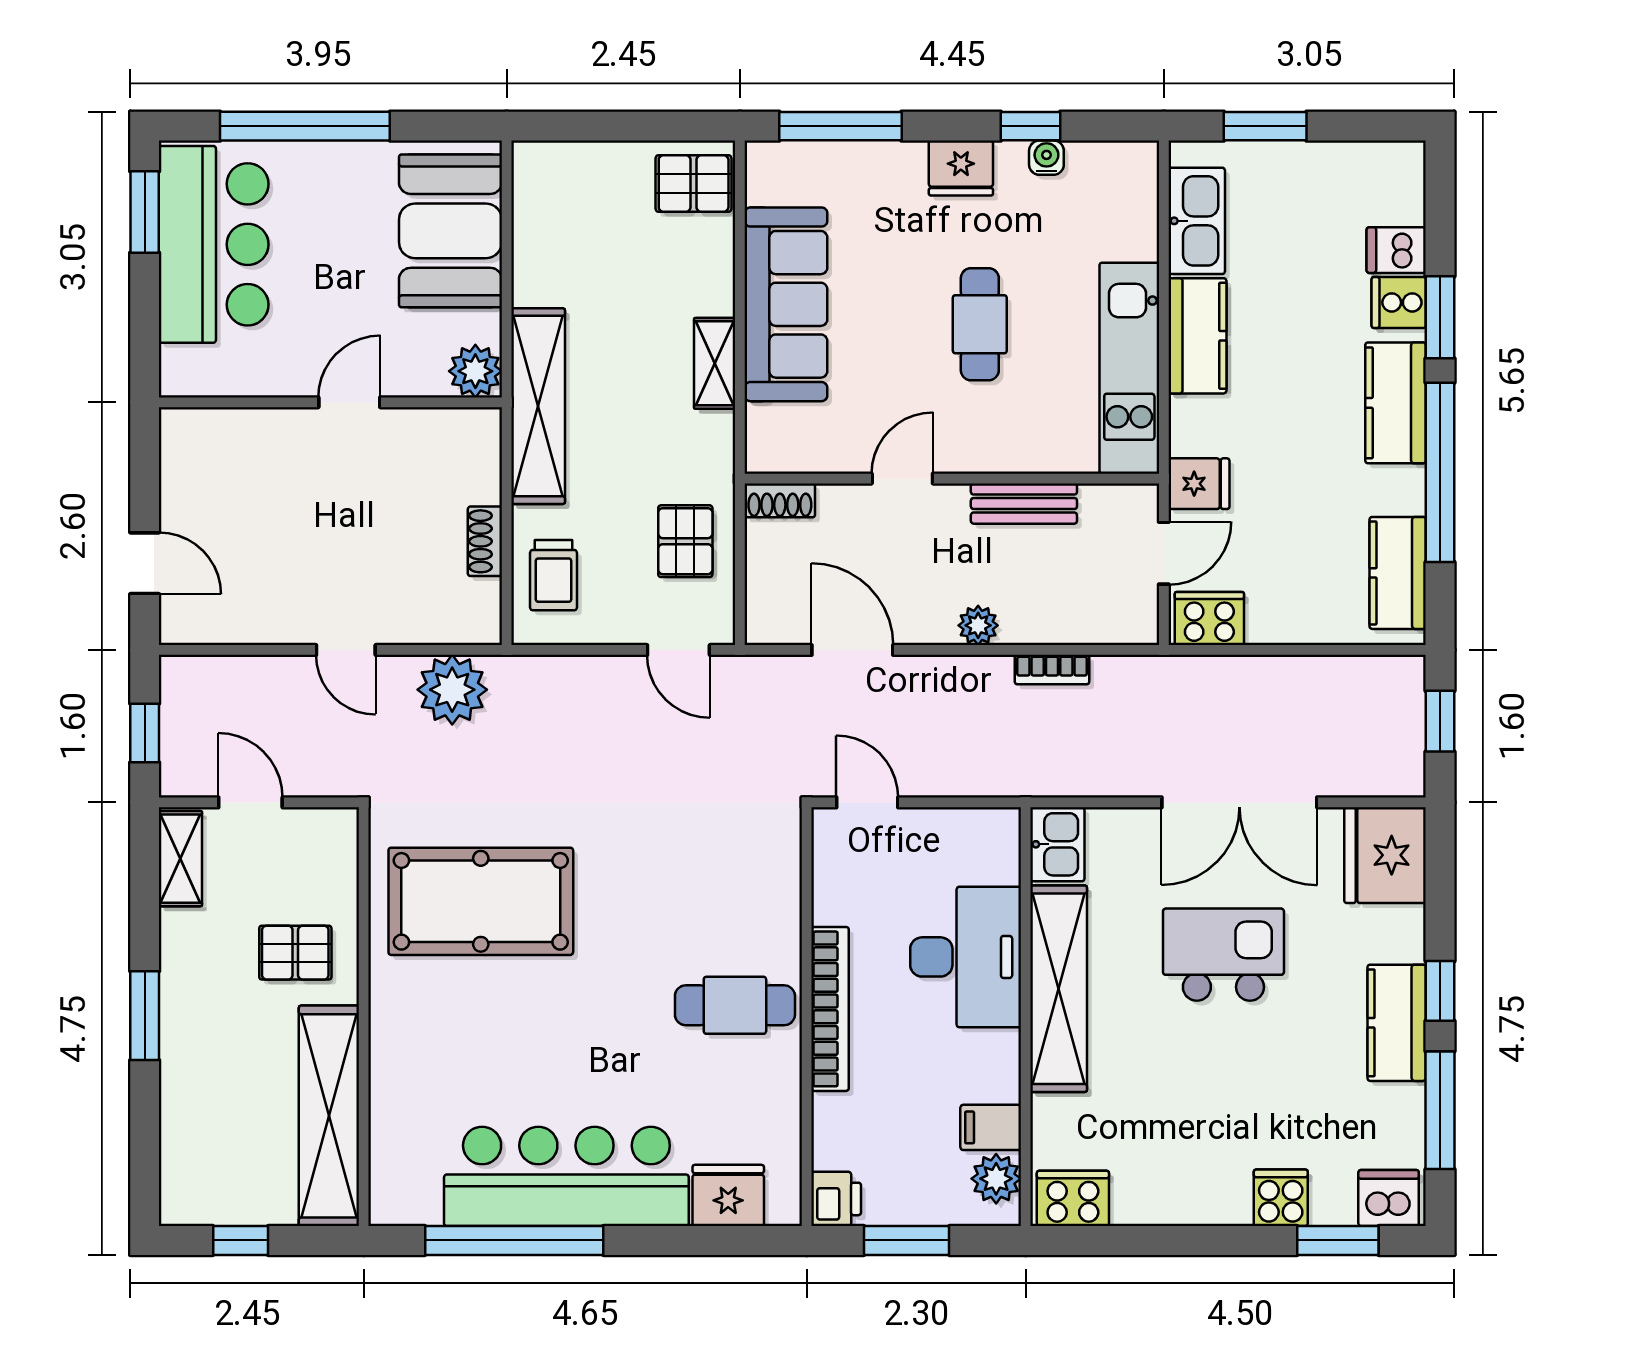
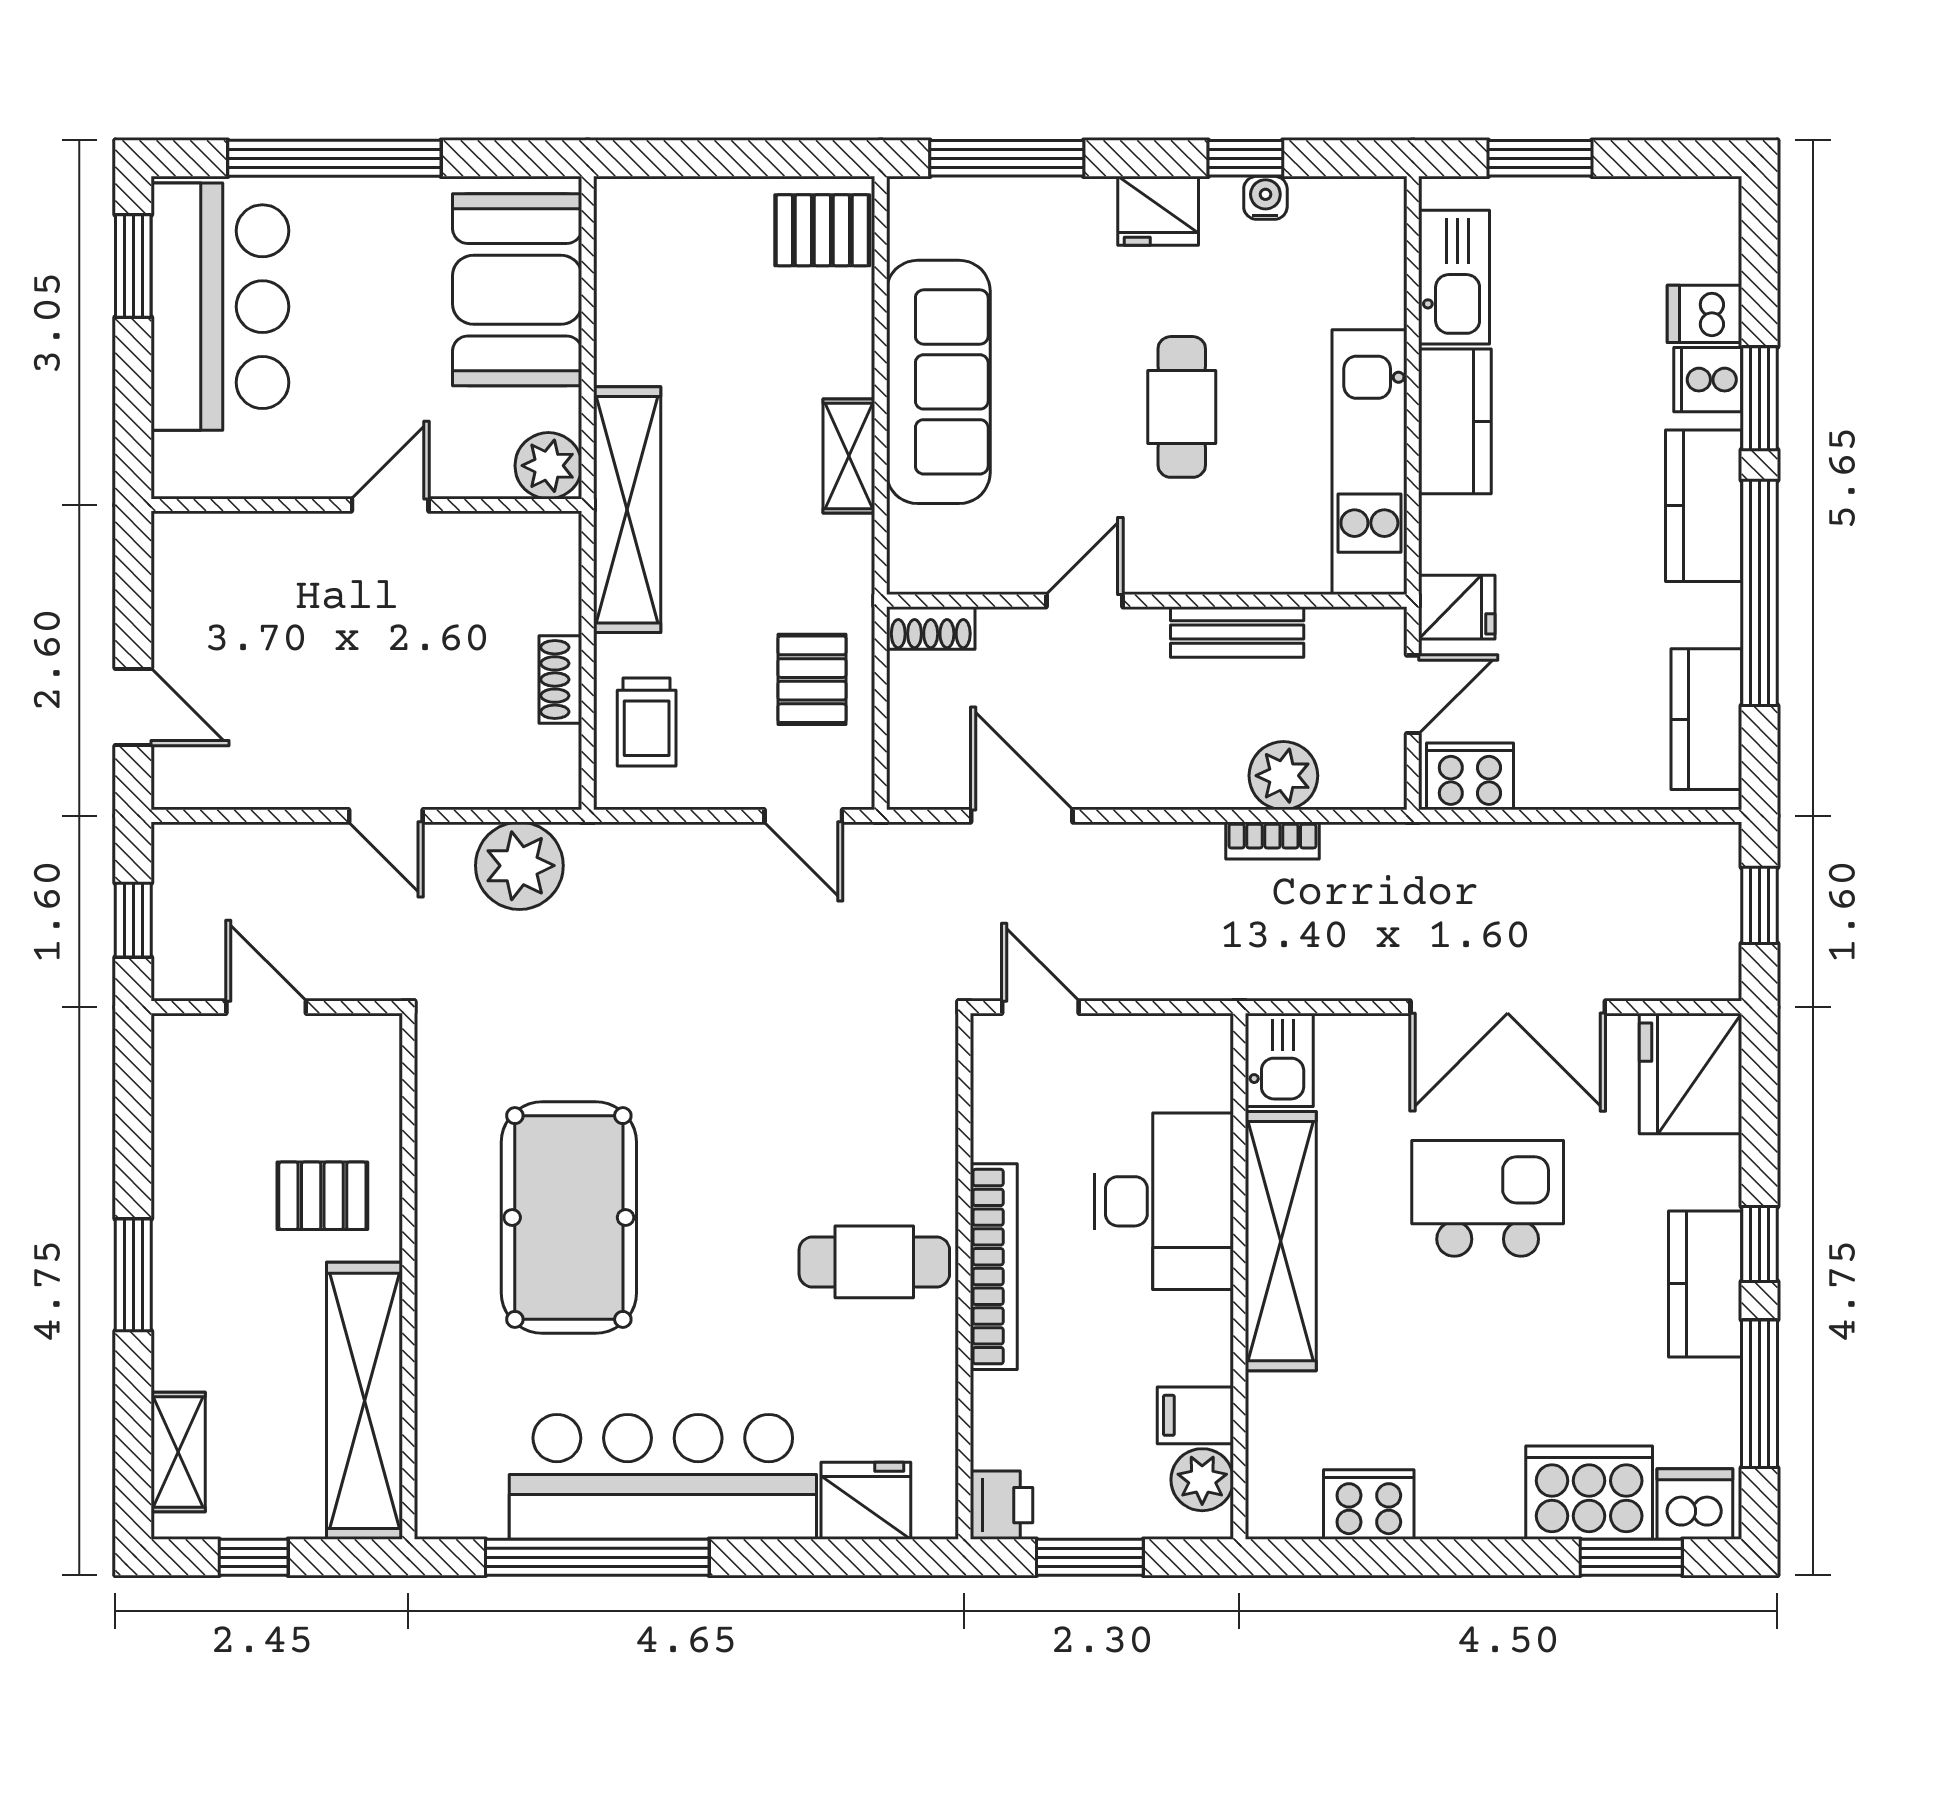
plant: (978, 625) -> (1283, 776), moved, width x1.38, depth x1.38
shelving: (180, 859) -> (178, 1452), moved
pool table: (481, 901) -> (569, 1217), moved, turned 90
cooker: (1073, 1198) -> (1369, 1504), moved
cooker: (1281, 1198) -> (1589, 1493), width x1.87, depth x1.31

